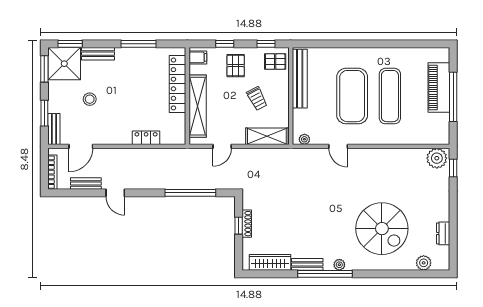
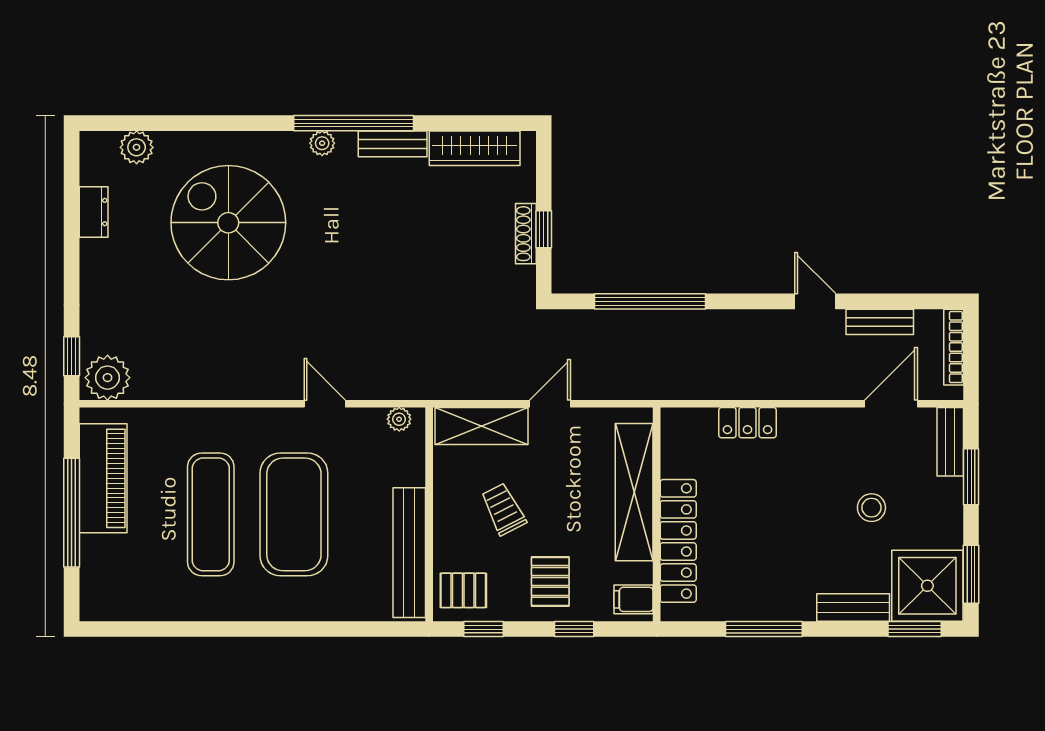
piano: (439, 87) -> (103, 478), moved
door: (222, 146) -> (550, 404), moved

